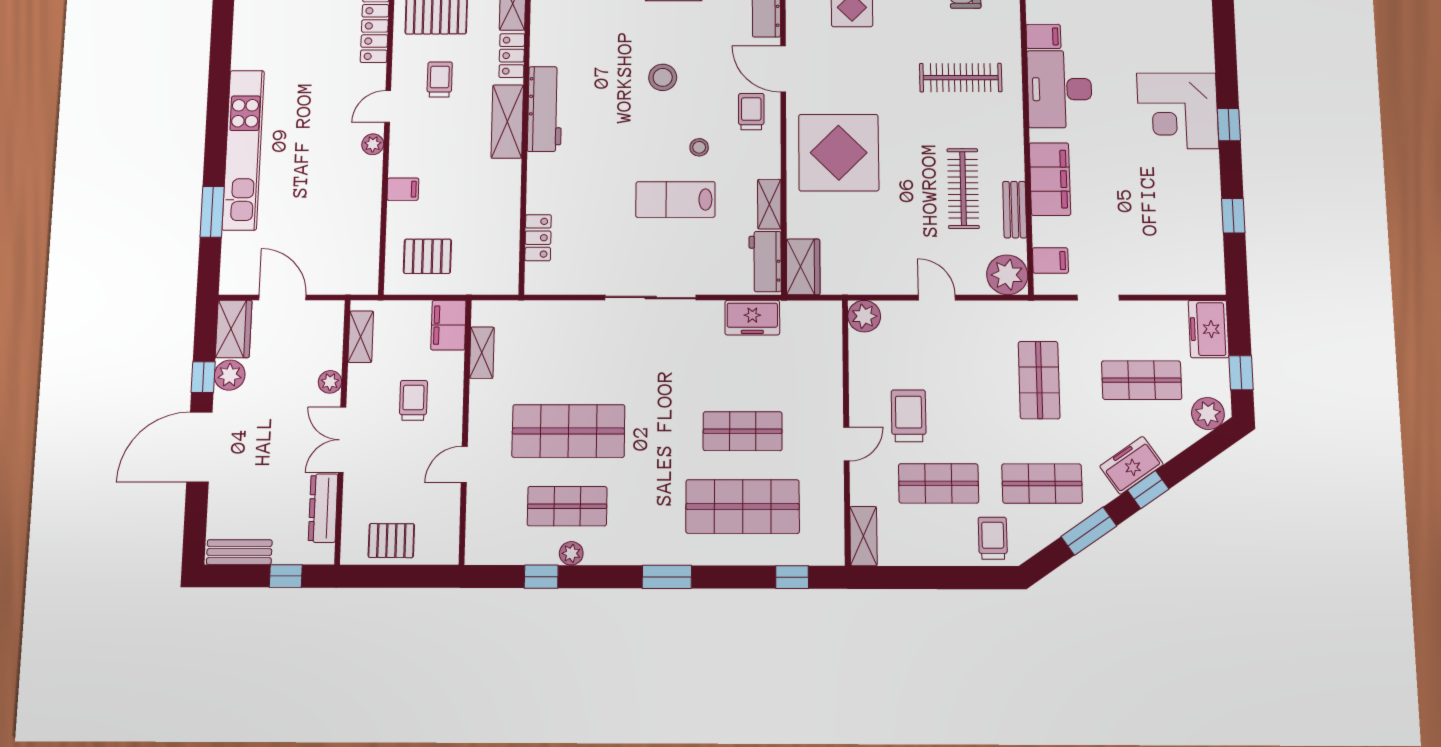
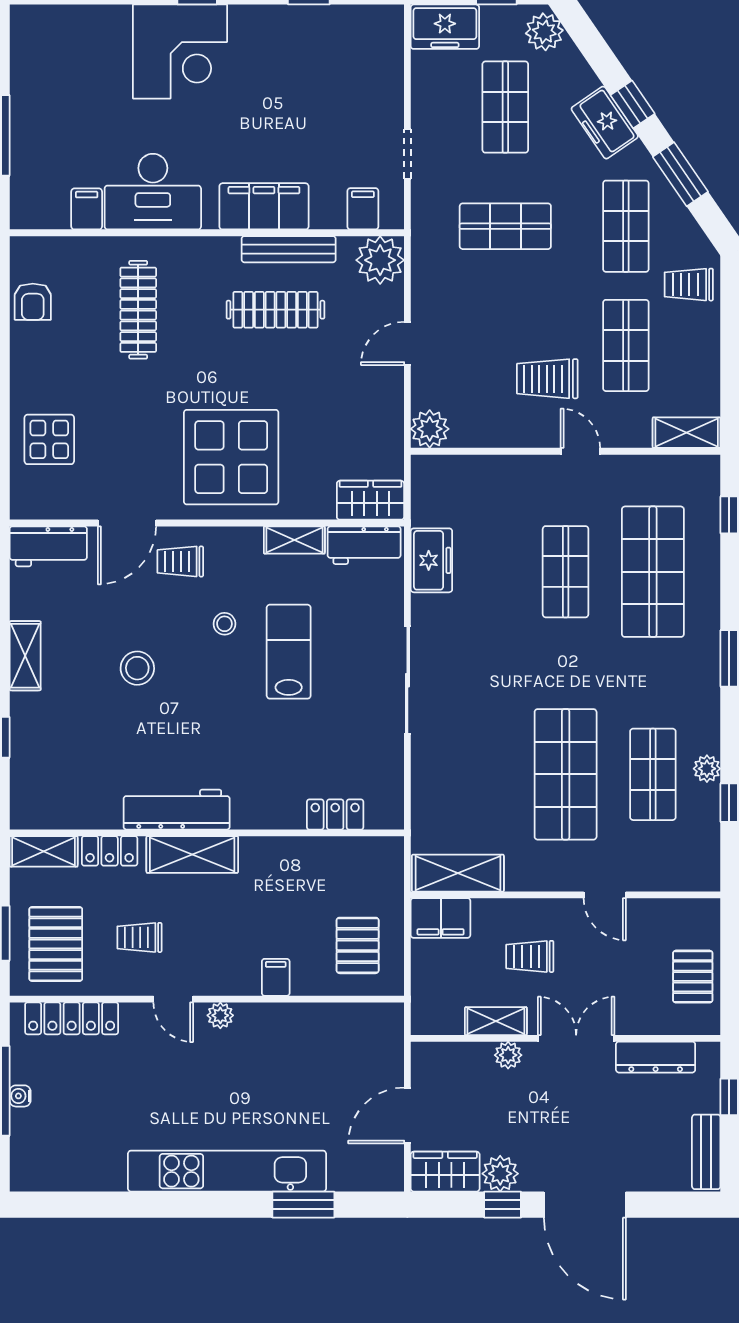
lab bench: (675, 200) -> (289, 652), turned 180
bench: (1015, 210) -> (289, 249), width x1.36
shelving: (361, 337) -> (496, 1021), moved
shelving: (482, 353) -> (458, 873), width x1.50, depth x1.33
double door: (342, 440) -> (576, 1038), swing flipped

